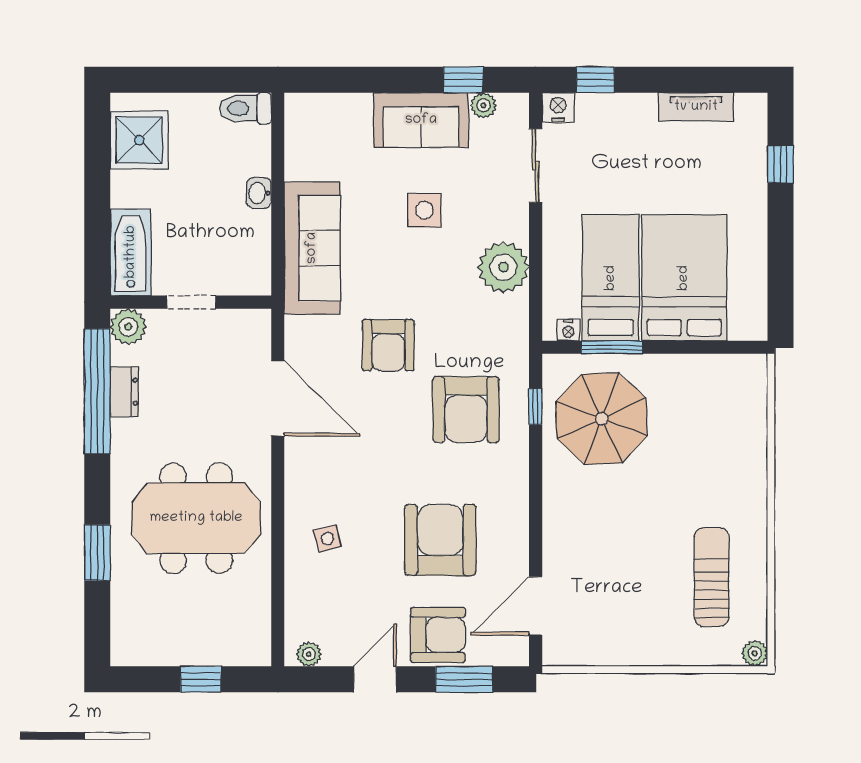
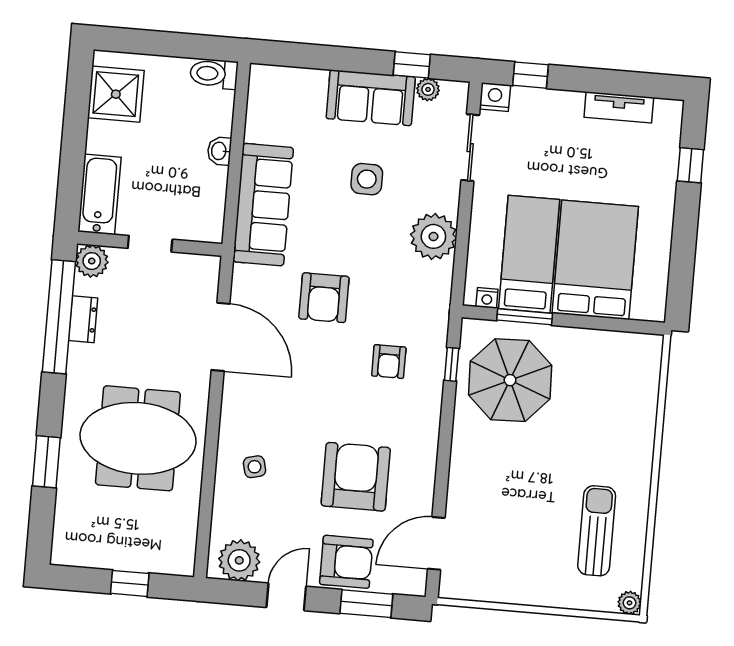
armchair: (466, 410) -> (389, 362), width x0.53, depth x0.53
plant: (309, 654) -> (239, 560), width x1.87, depth x1.87

